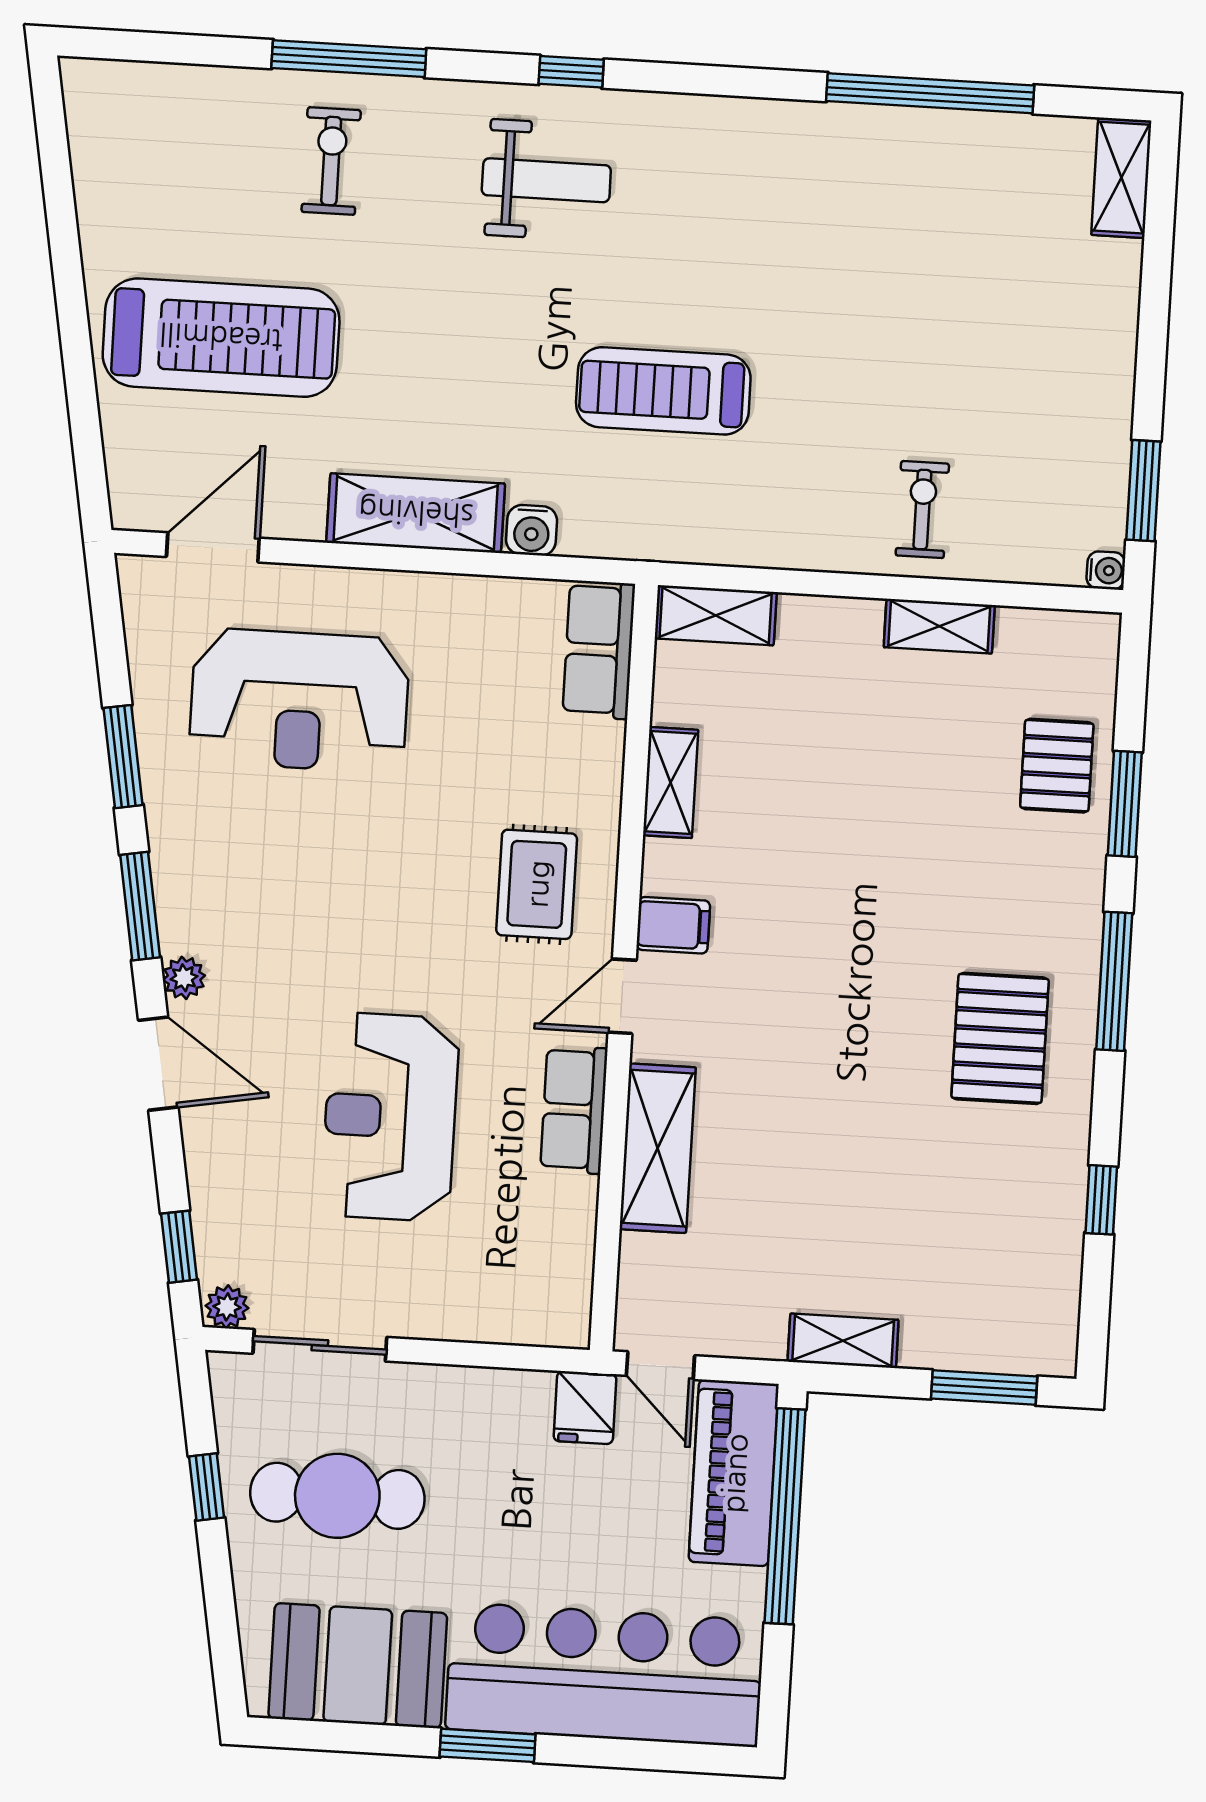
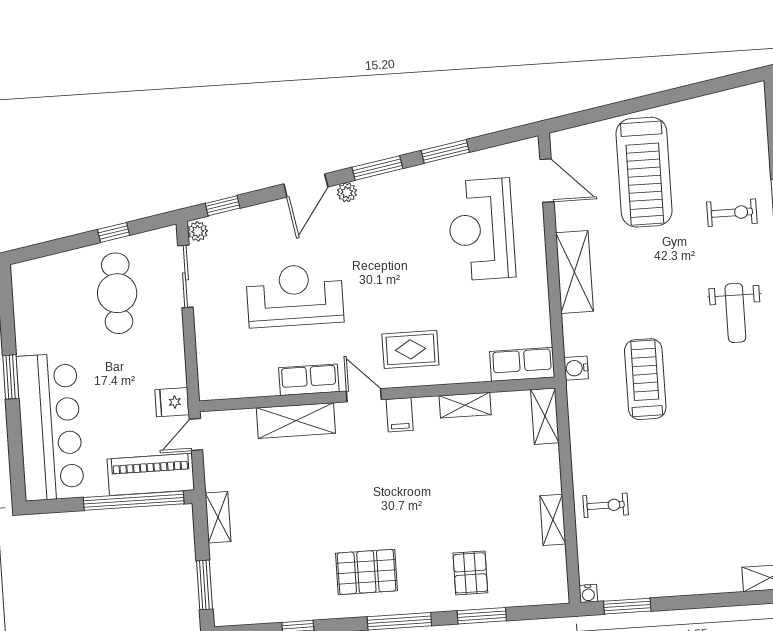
water cooler: (532, 530) -> (576, 368), moved
pallet: (1057, 766) -> (470, 573), moved, turned 90
booth: (358, 1666) -> (40, 312), removed

